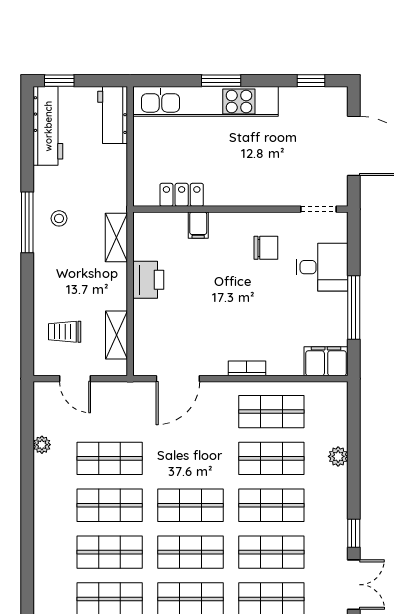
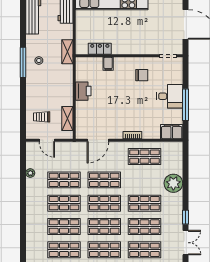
shelving: (116, 237) -> (67, 52), moved
desk: (322, 267) -> (170, 96), moved
plant: (338, 456) -> (173, 183), width x1.88, depth x1.88
shop shelf: (271, 458) -> (104, 180), moved

